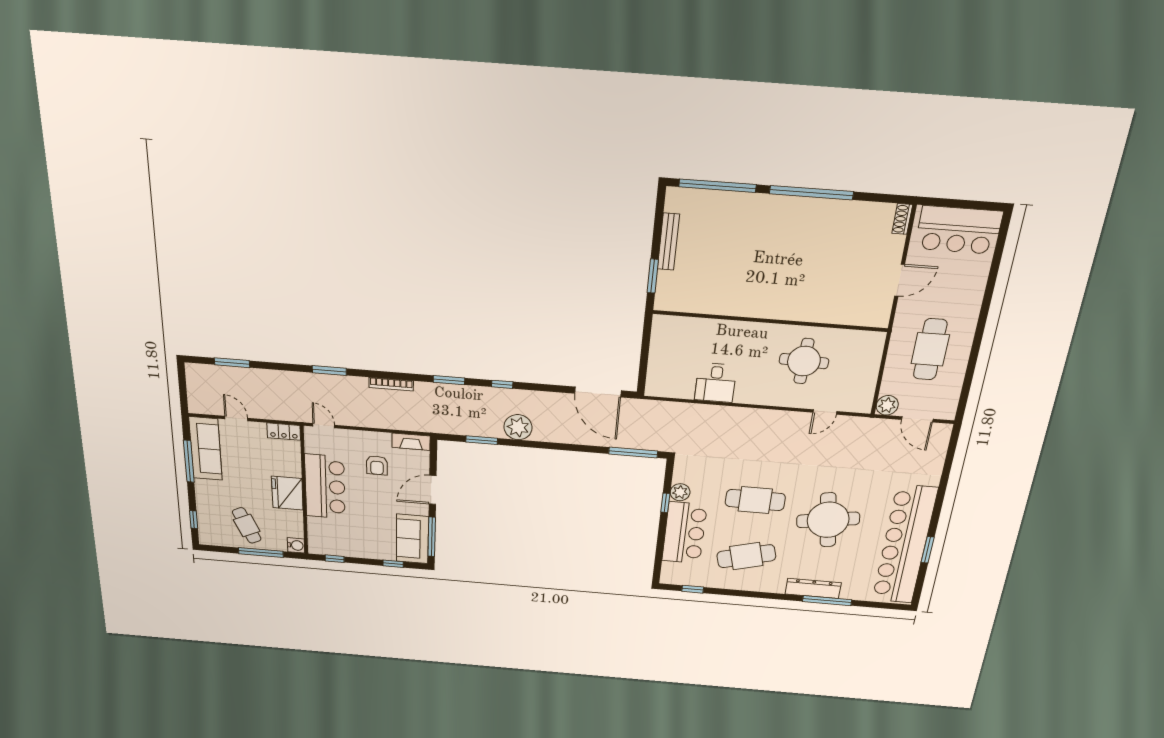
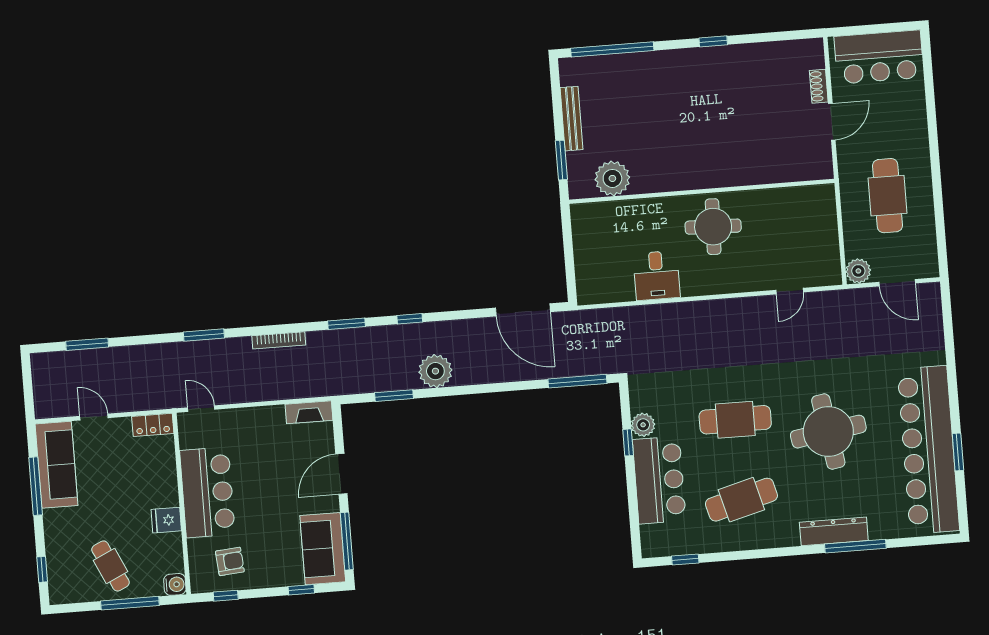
window: (811, 193) -> (713, 41), width x0.32
shoe rack: (902, 219) -> (819, 86), moved
plant: (694, 298) -> (612, 178), added
round table: (804, 361) -> (713, 227), moved
armchair: (377, 465) -> (230, 561), moved, turned -95
fridge: (287, 493) -> (166, 520), width x0.53, depth x0.75

